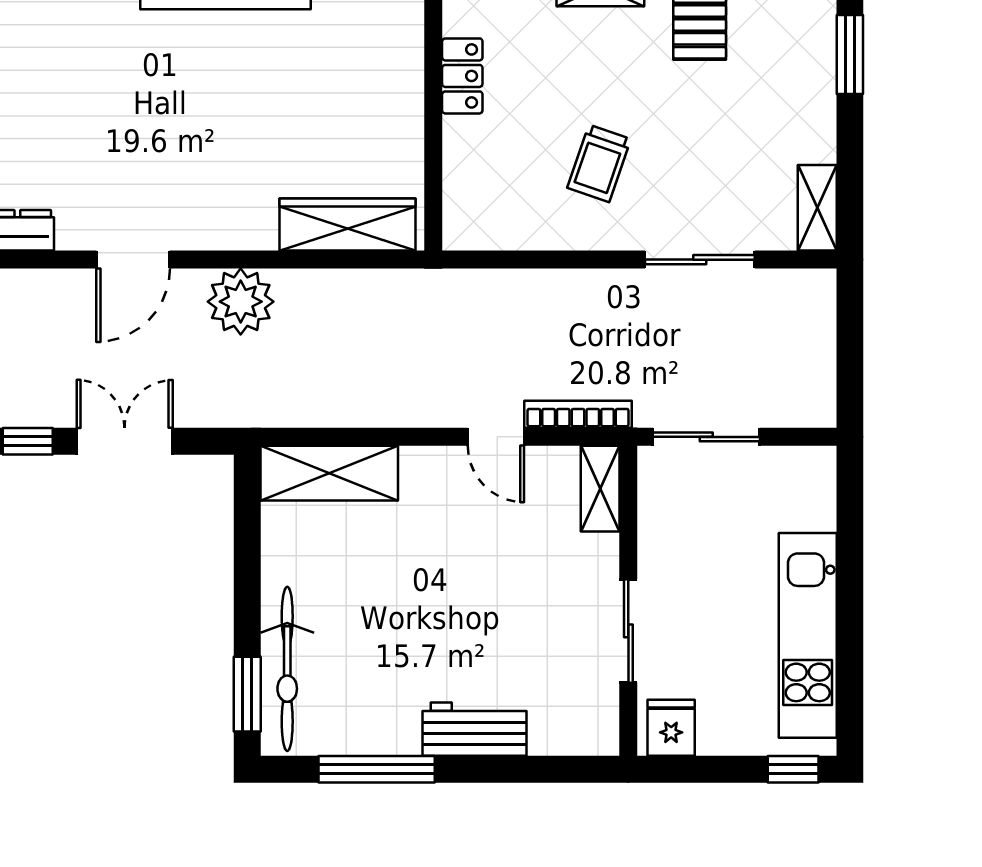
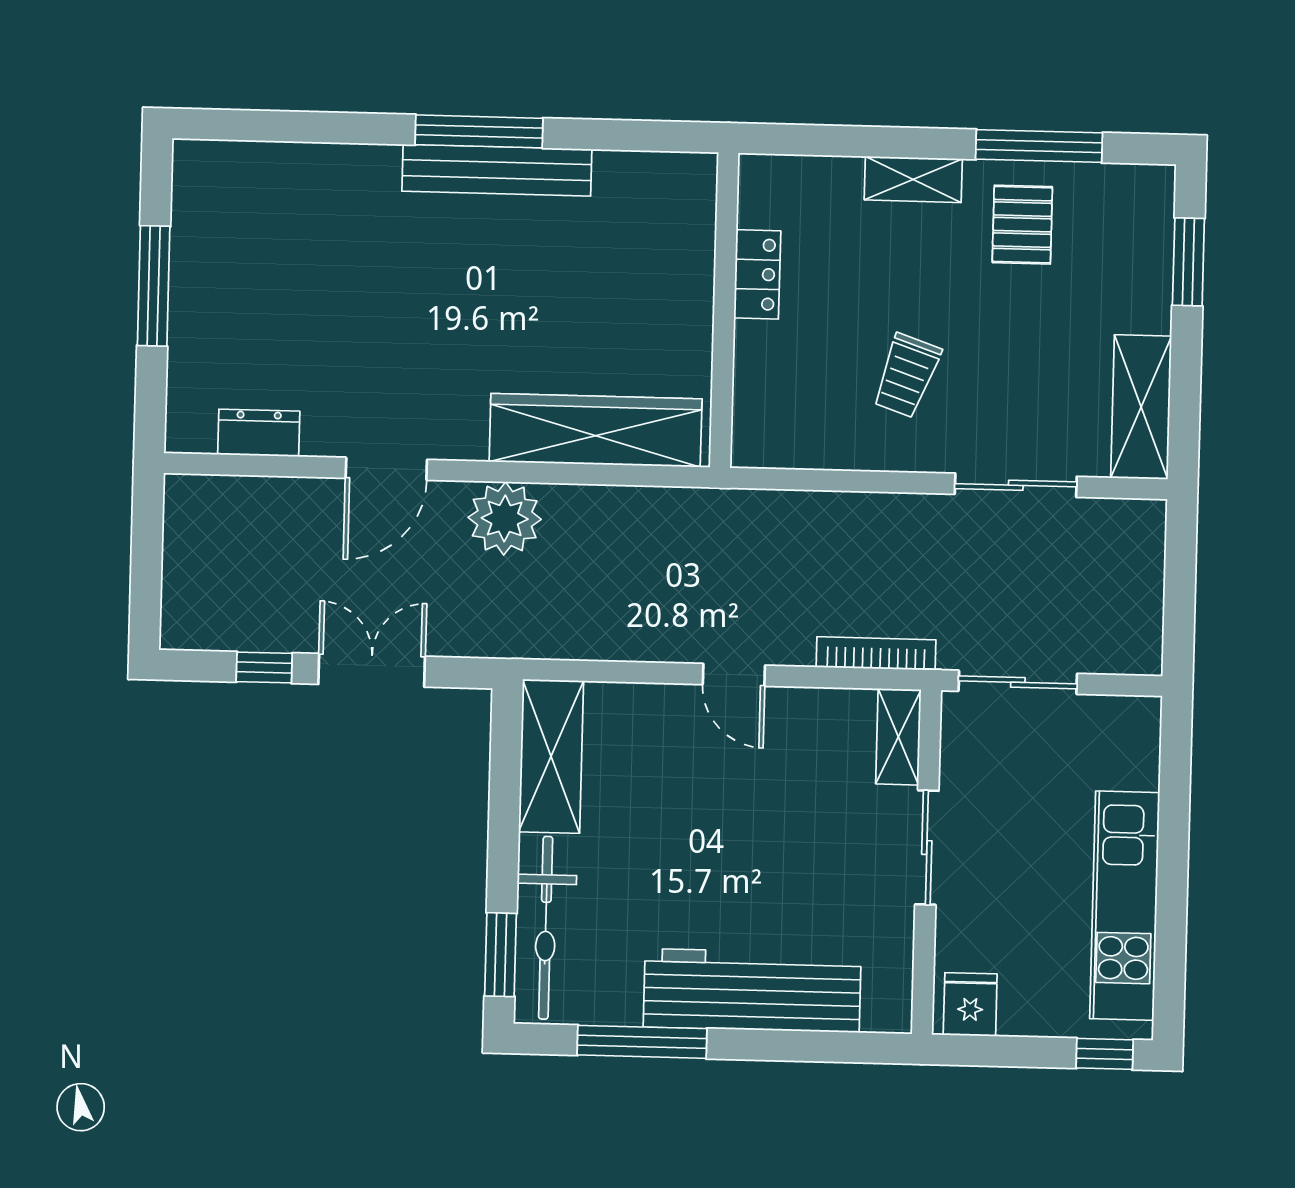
shelving: (817, 208) -> (1141, 407), width x1.50, depth x1.33
wardrobe: (348, 224) -> (596, 430), width x1.40, depth x1.17
door: (496, 437) -> (734, 675), moved
shelving: (329, 473) -> (551, 756), moved, turned 90
sliding door: (628, 631) -> (927, 848), moved
workbench: (475, 729) -> (752, 991), width x1.88, depth x1.32

